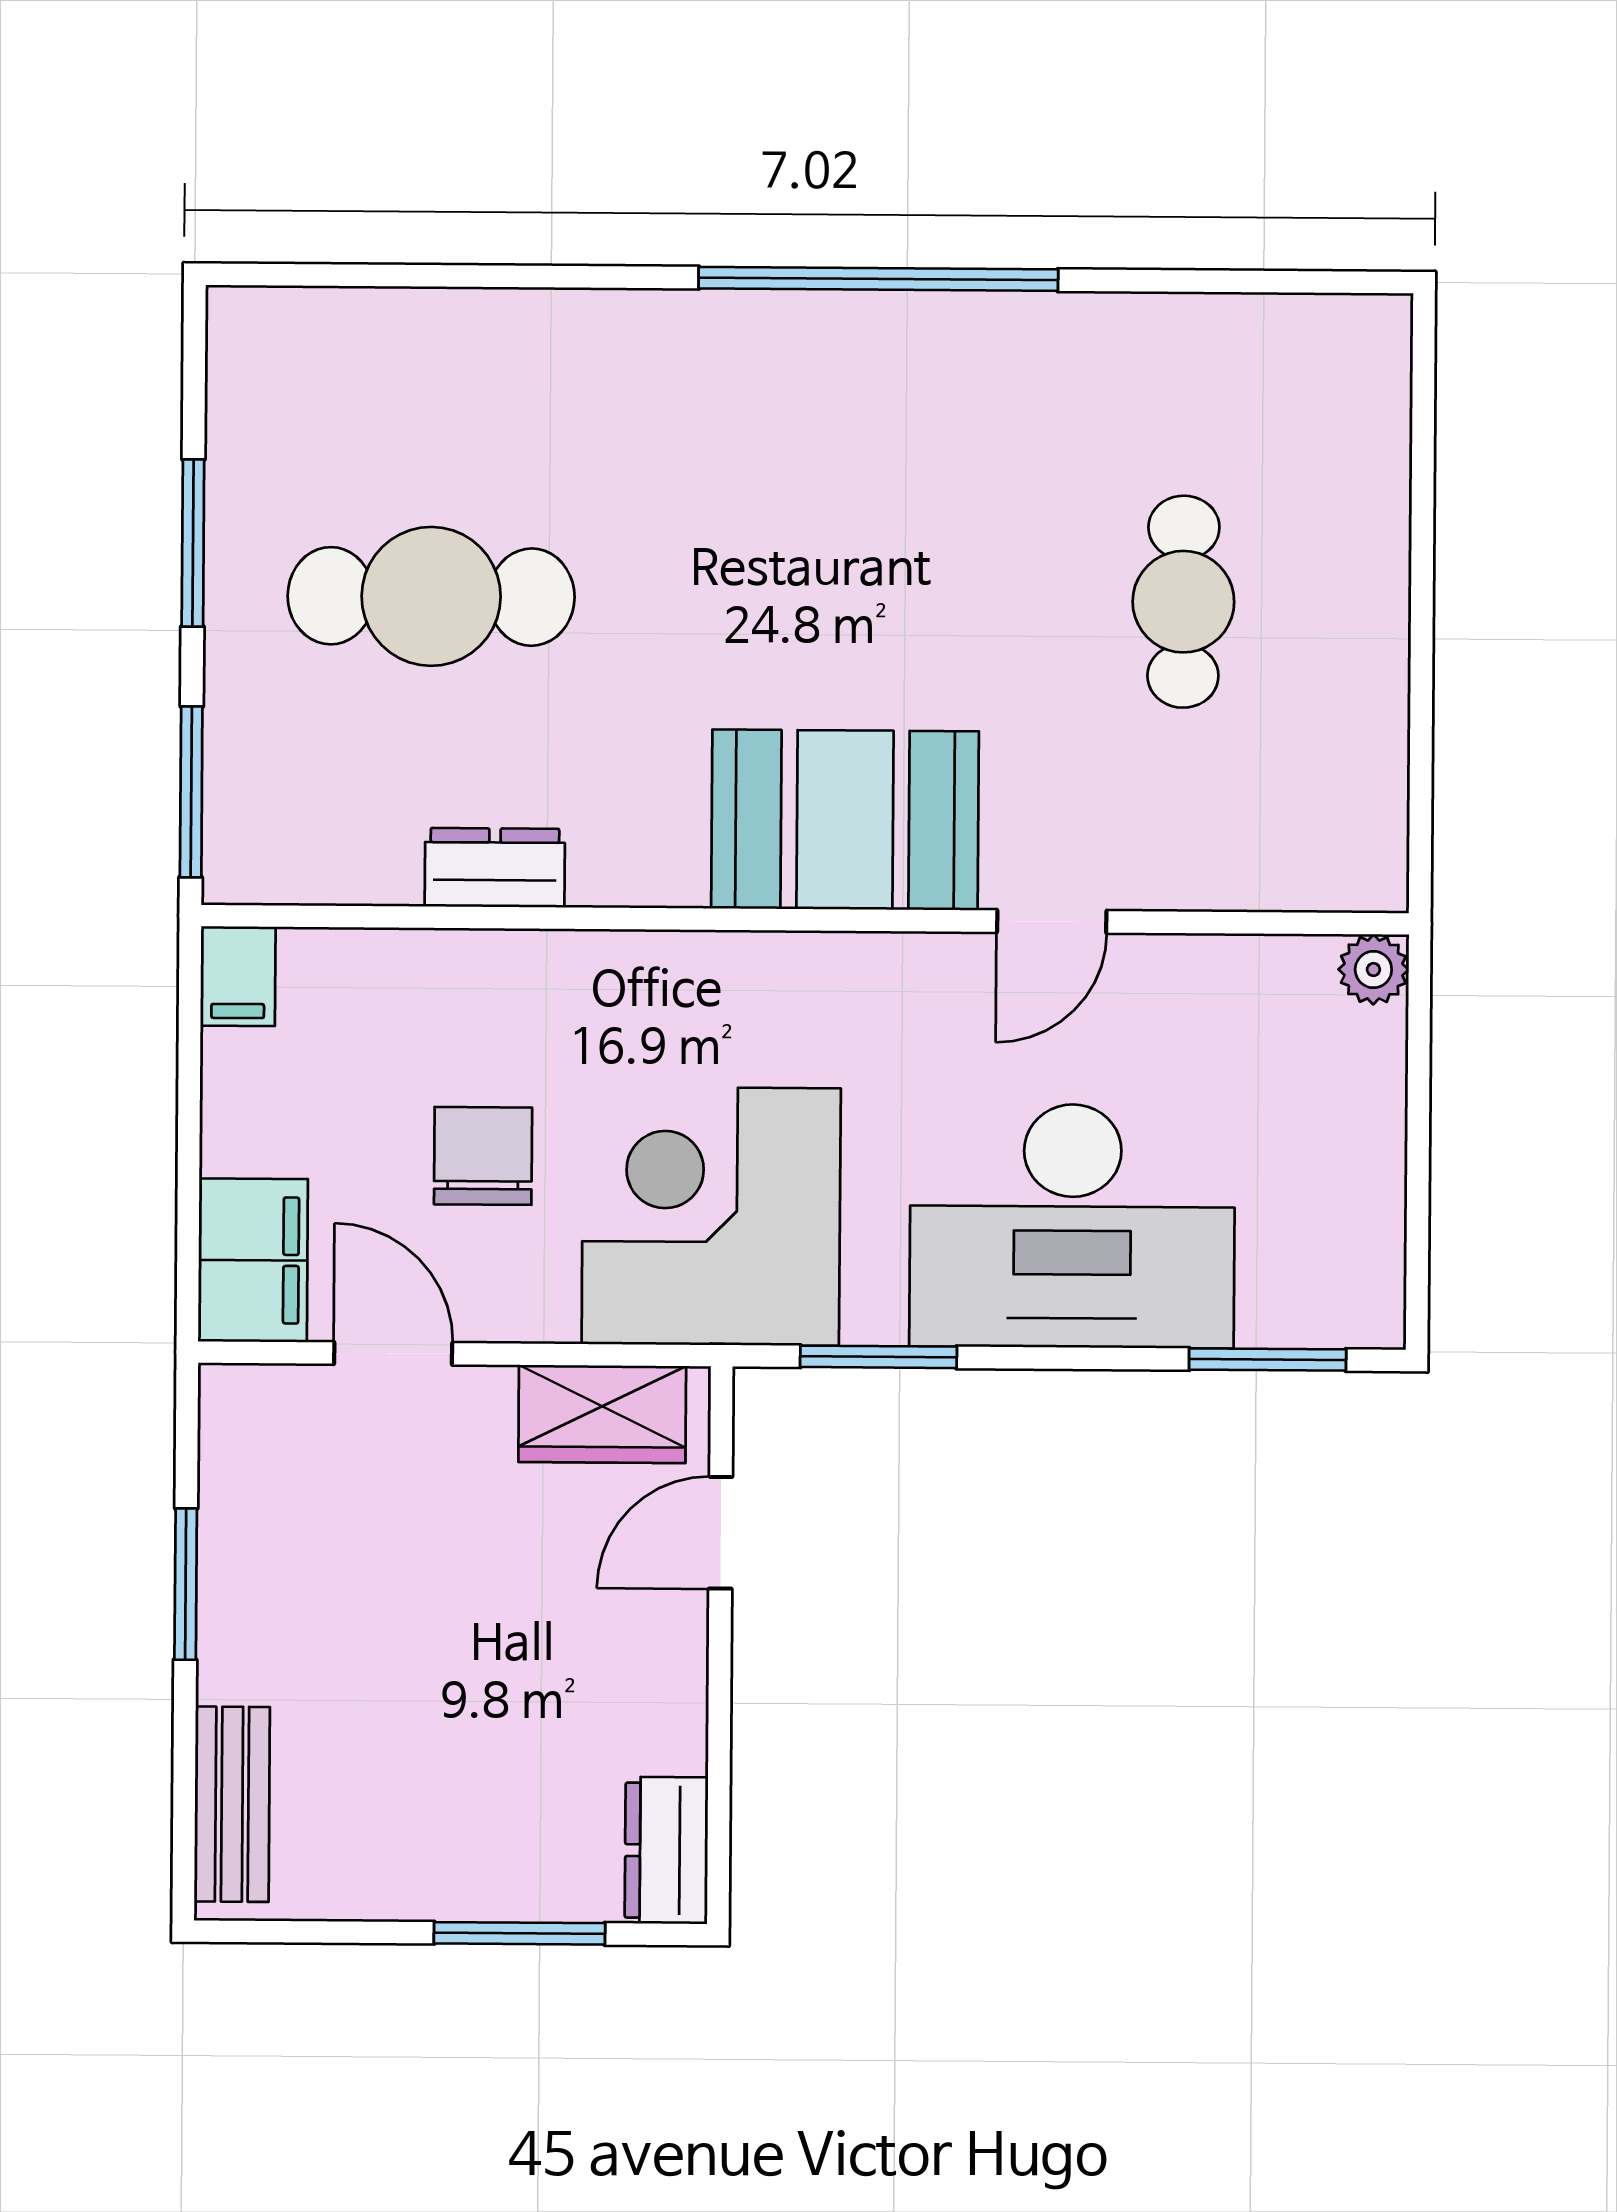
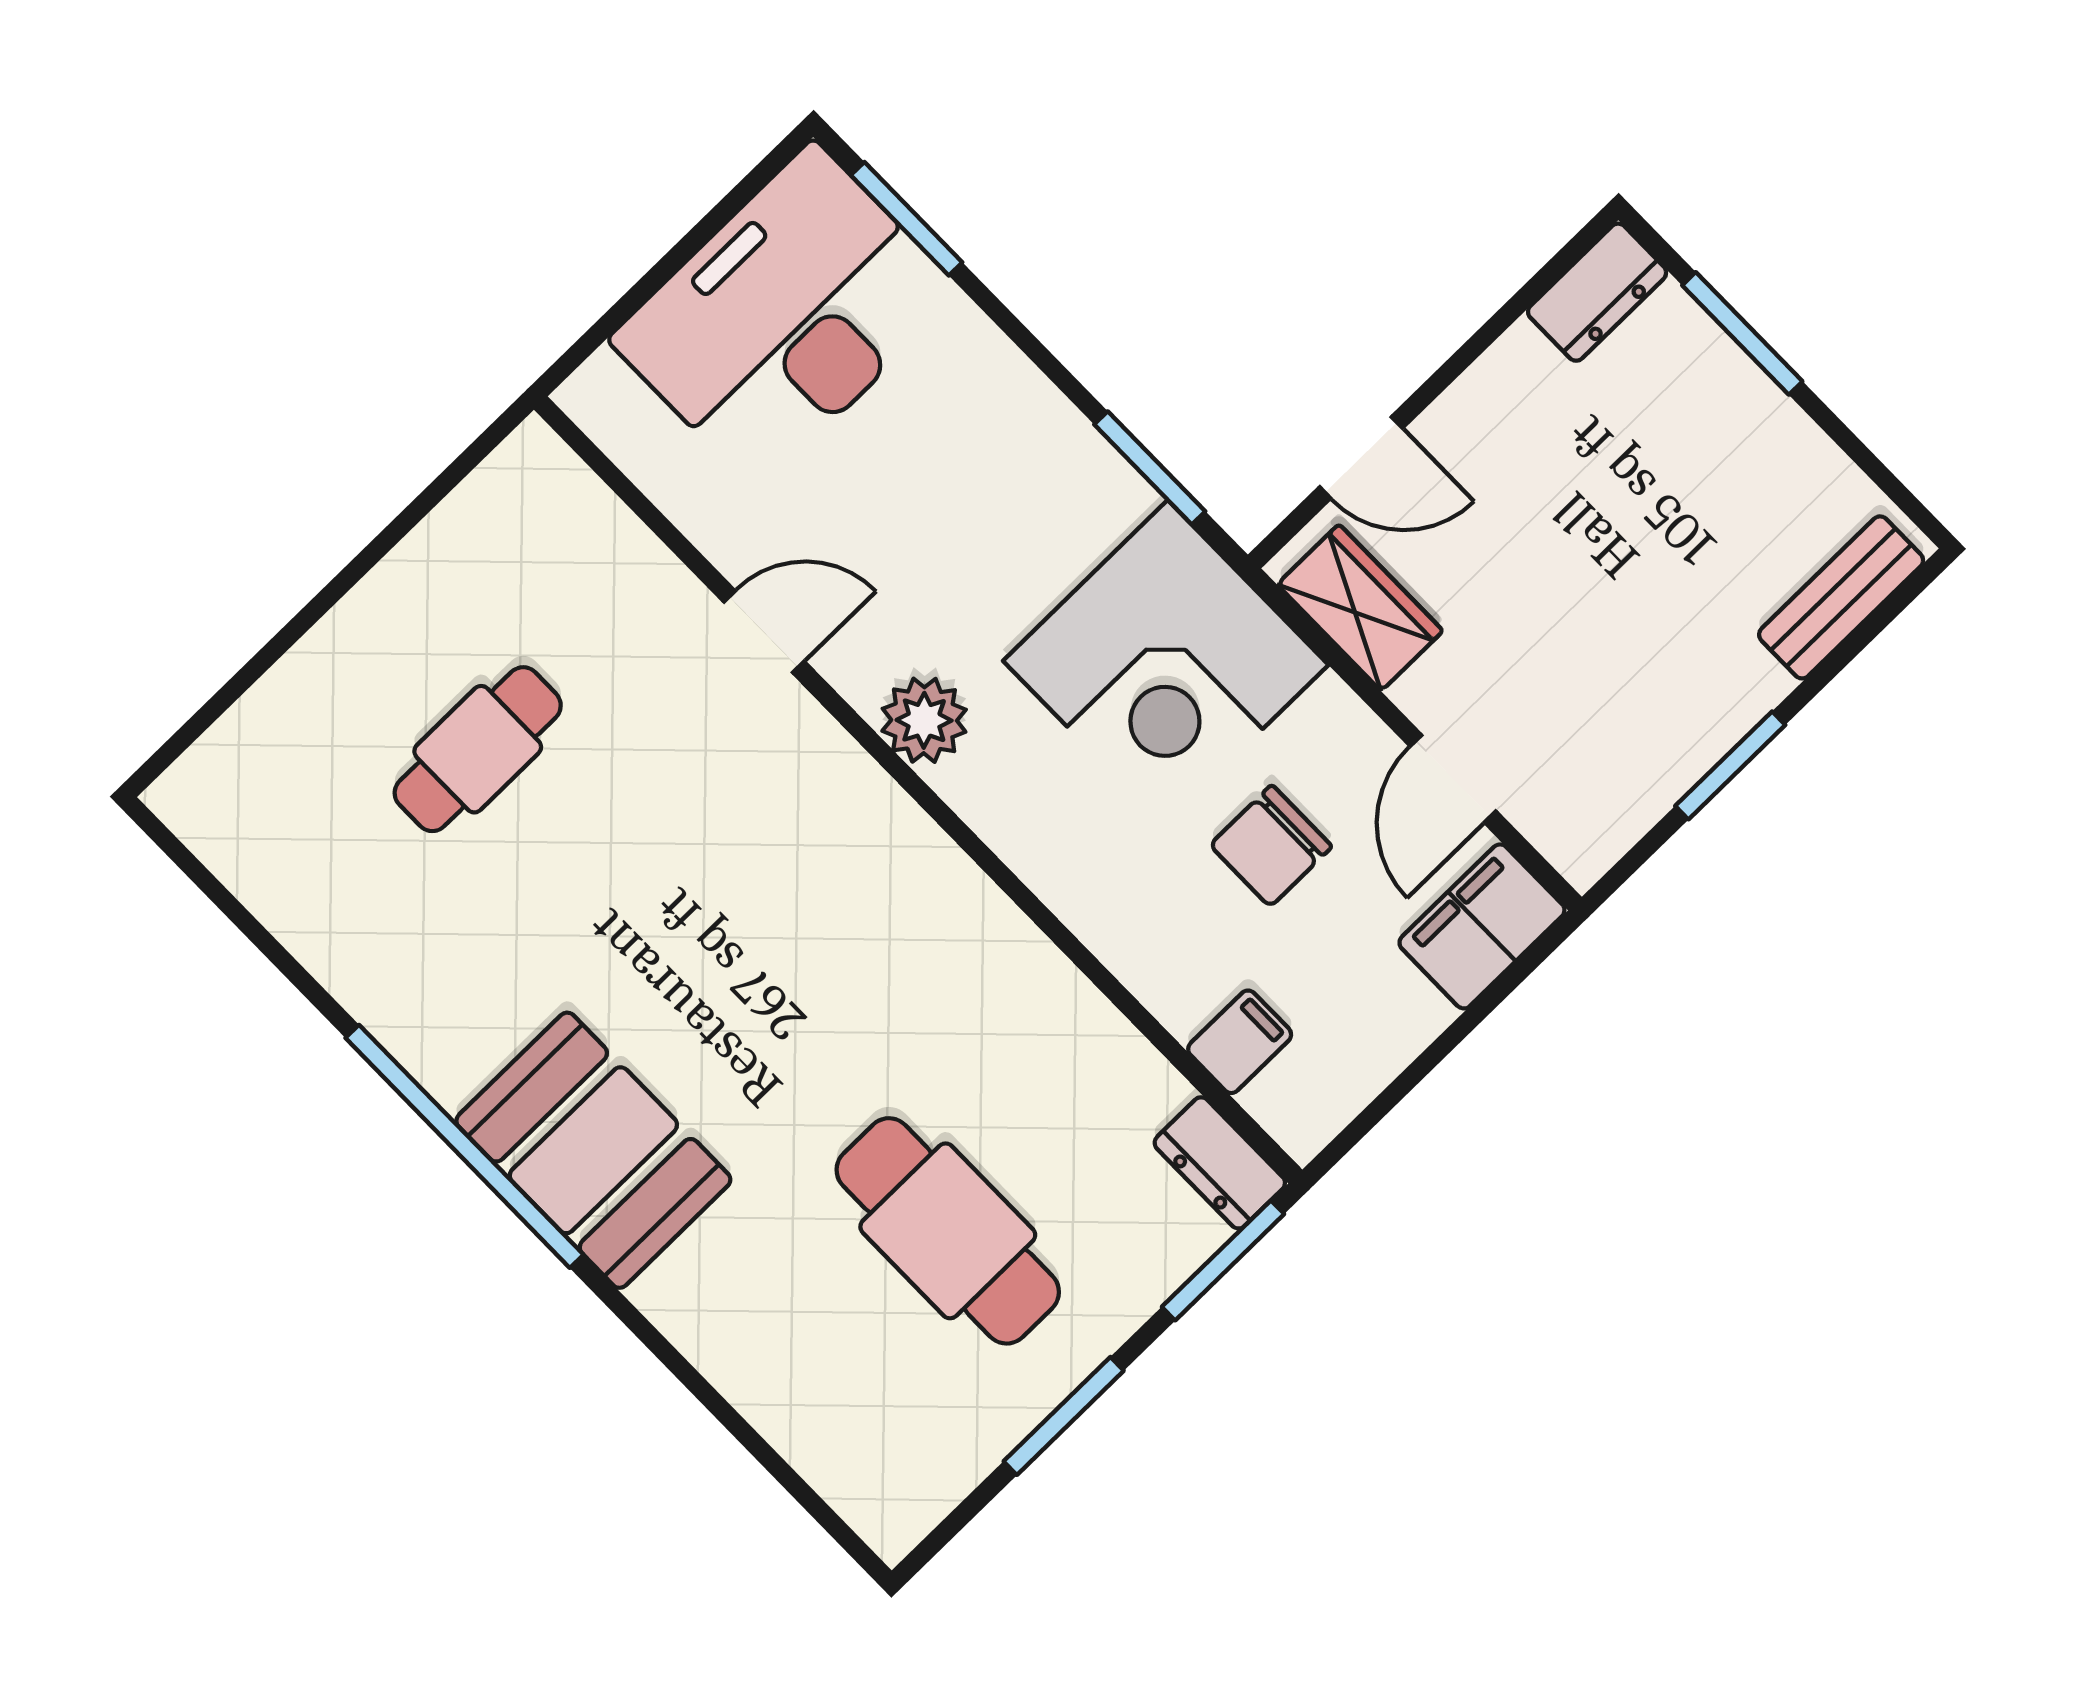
booth: (845, 820) -> (593, 1150), moved
dresser: (495, 868) -> (1220, 1163), moved
plant: (1373, 969) -> (924, 720), moved, width x1.38, depth x1.38
filing cabinet: (238, 976) -> (1240, 1042), moved
desk: (1072, 1226) -> (785, 316), moved, turned -90

